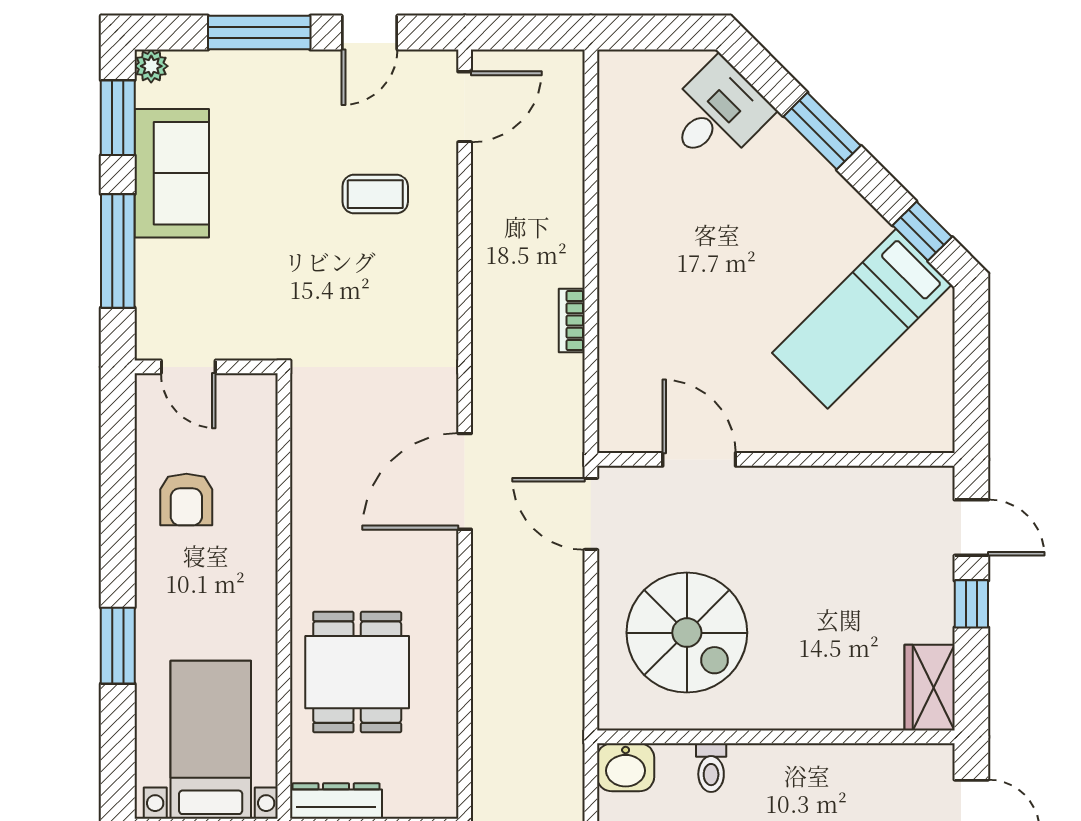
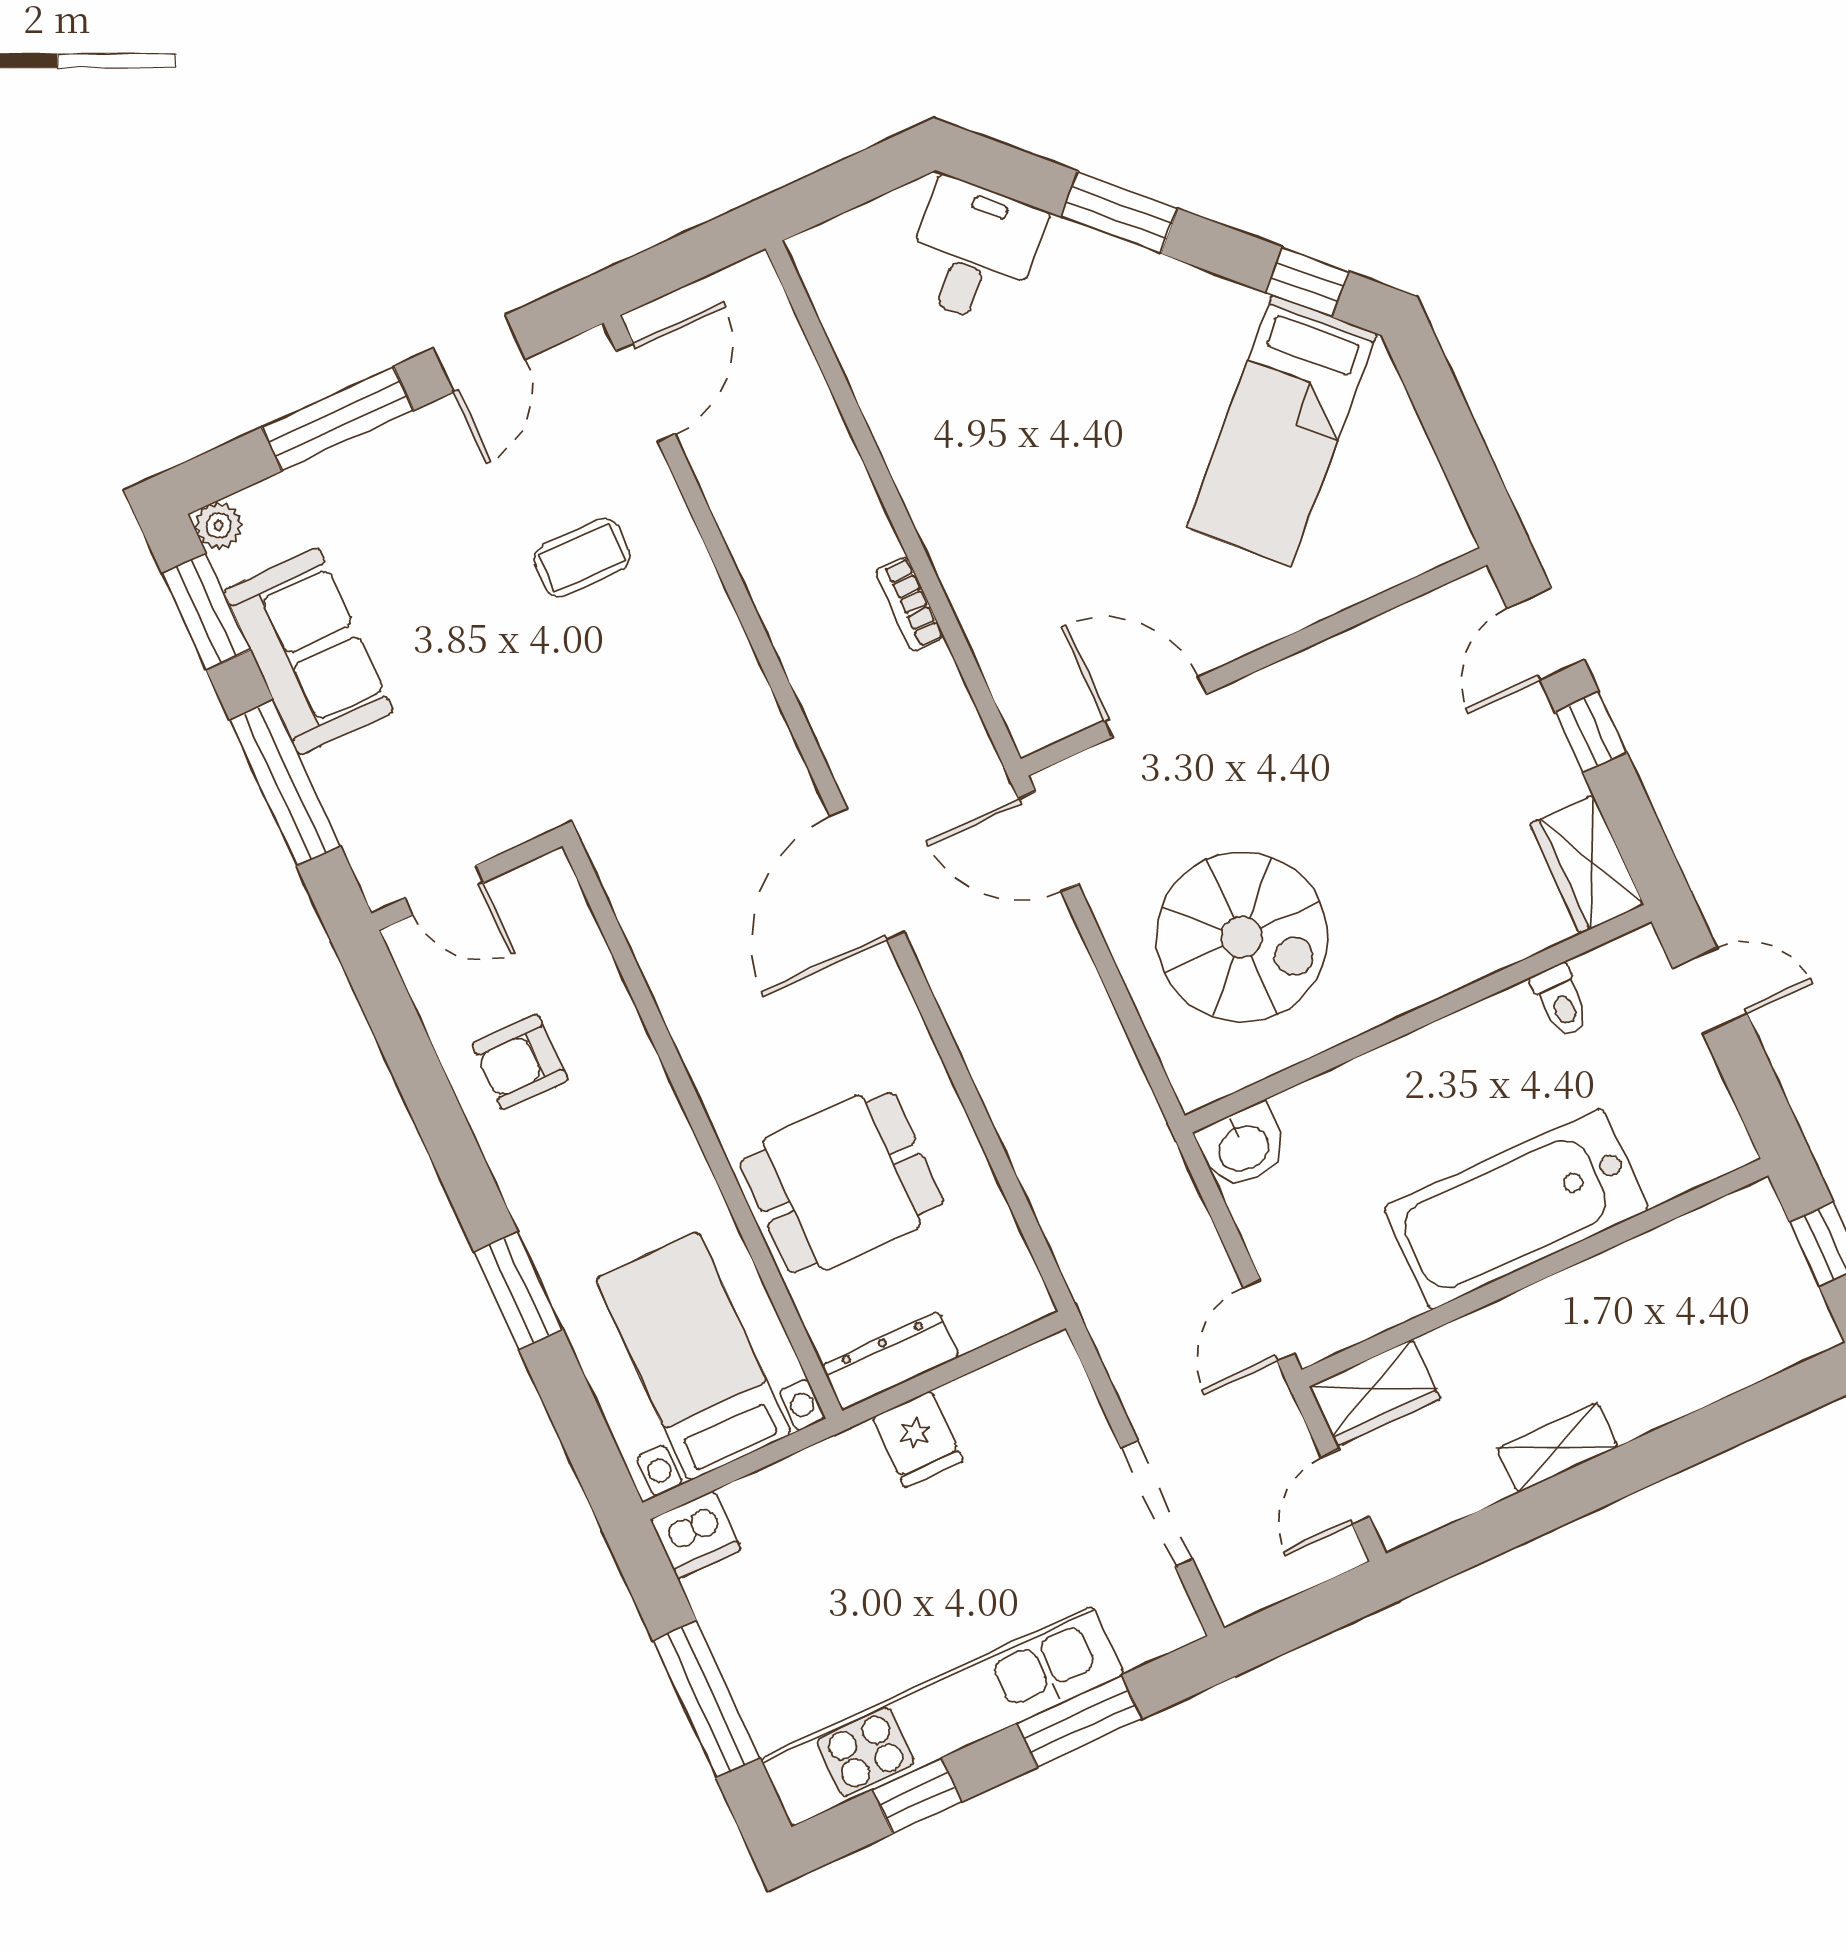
armchair: (186, 500) -> (520, 1062), turned 90
door: (971, 528) -> (1546, 634), swing flipped
dining table: (357, 672) -> (842, 1183), turned 90
toilet: (711, 768) -> (1561, 1001), moved

